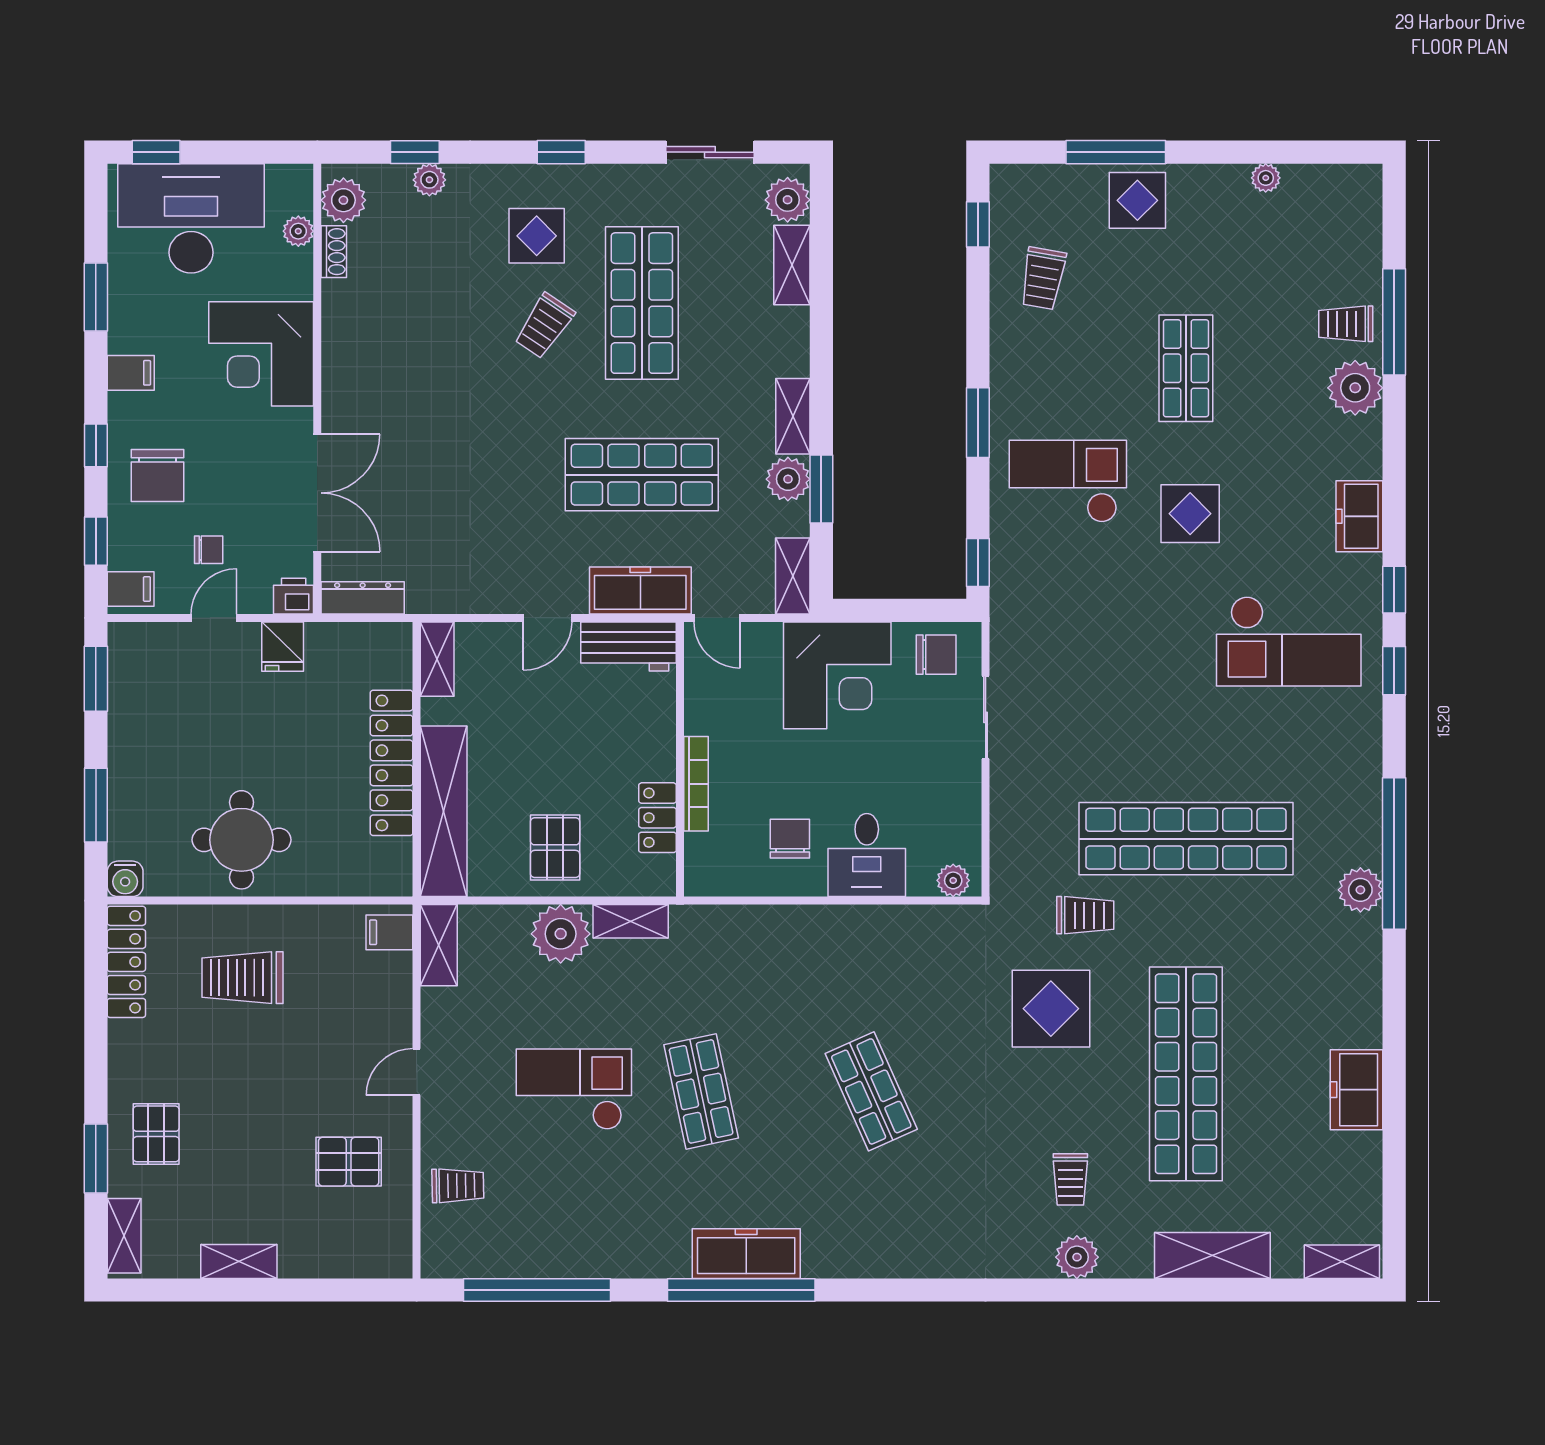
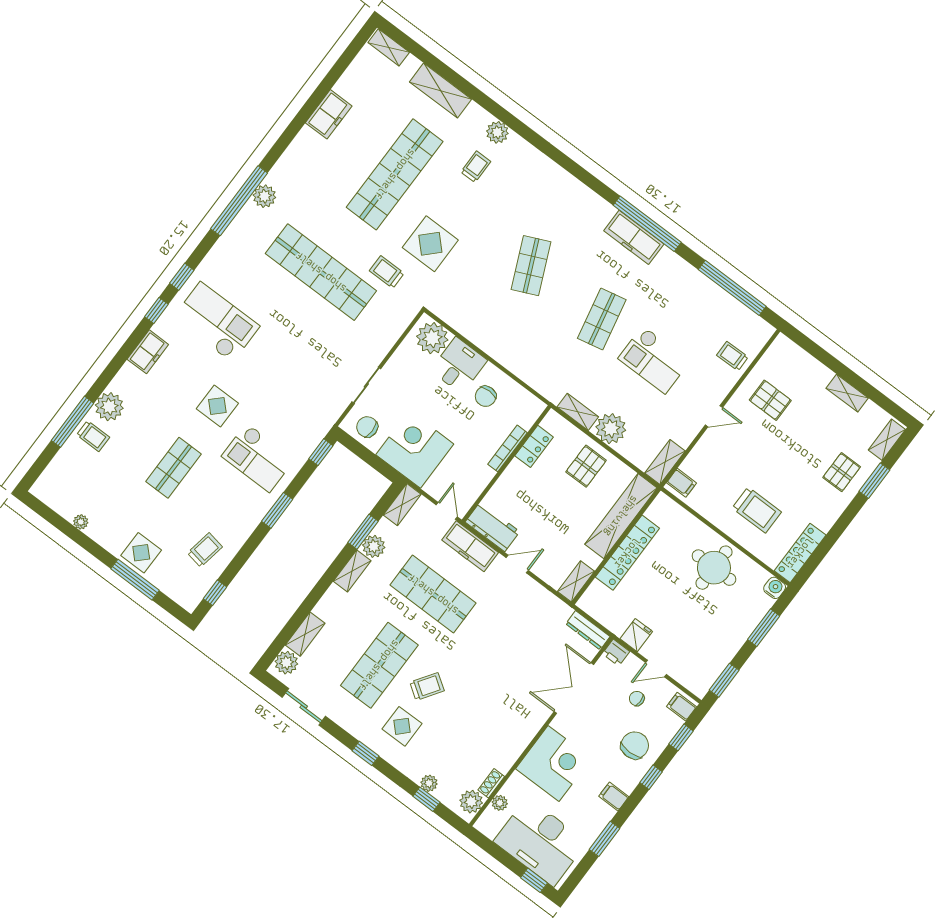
plant: (953, 880) -> (432, 338), width x1.87, depth x1.87

